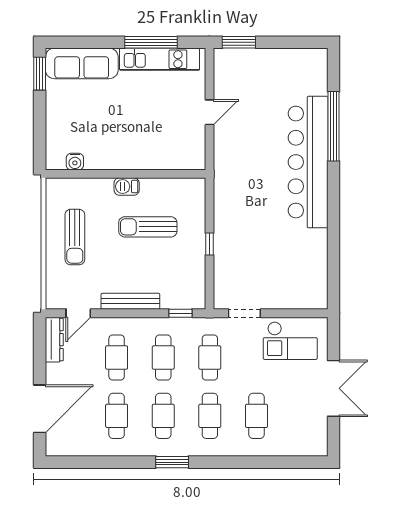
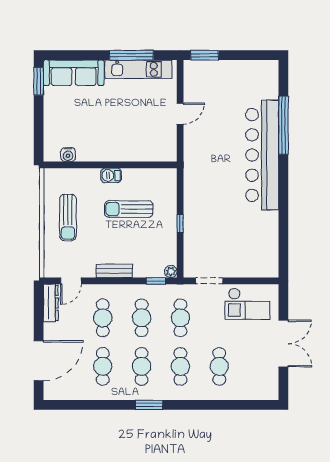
bench: (130, 301) -> (114, 271), width x0.73
plant: (198, 302) -> (171, 272), added

